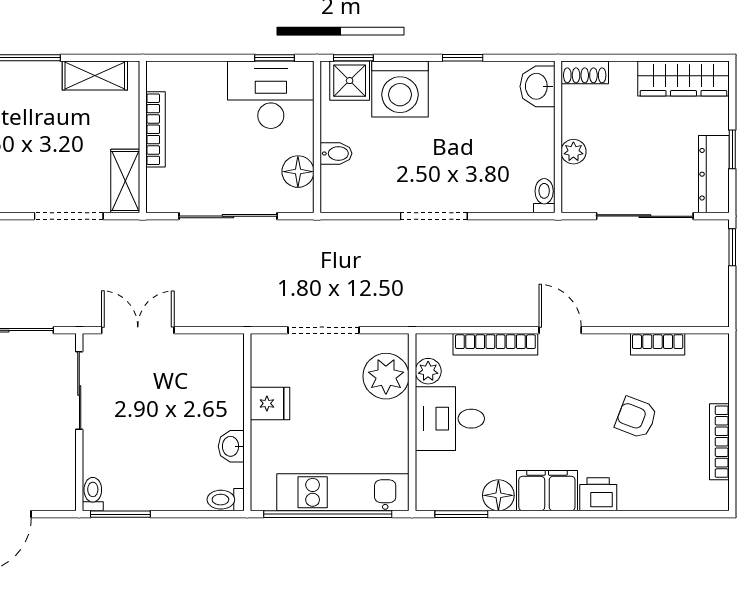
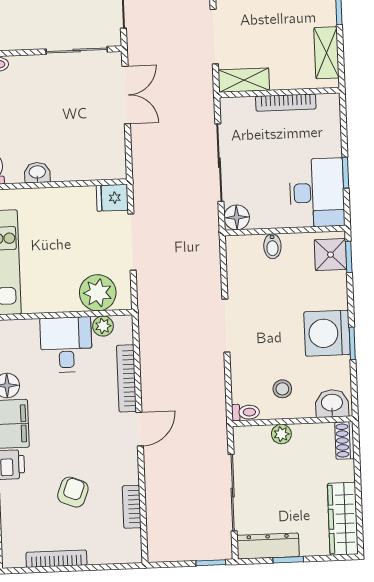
window: (275, 58) -> (345, 173), moved
washing machine: (400, 89) -> (327, 333), moved
stool: (517, 148) -> (282, 389), added
floor lamp: (298, 172) -> (237, 217), moved
fridge: (270, 403) -> (112, 198), moved, turned 90

